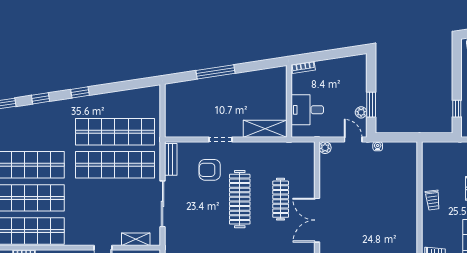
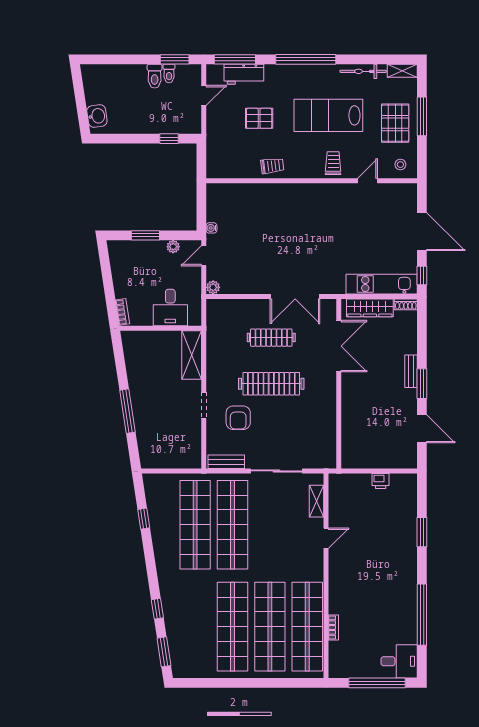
window: (80, 92) -> (144, 519), moved
window: (371, 105) -> (145, 235), moved

